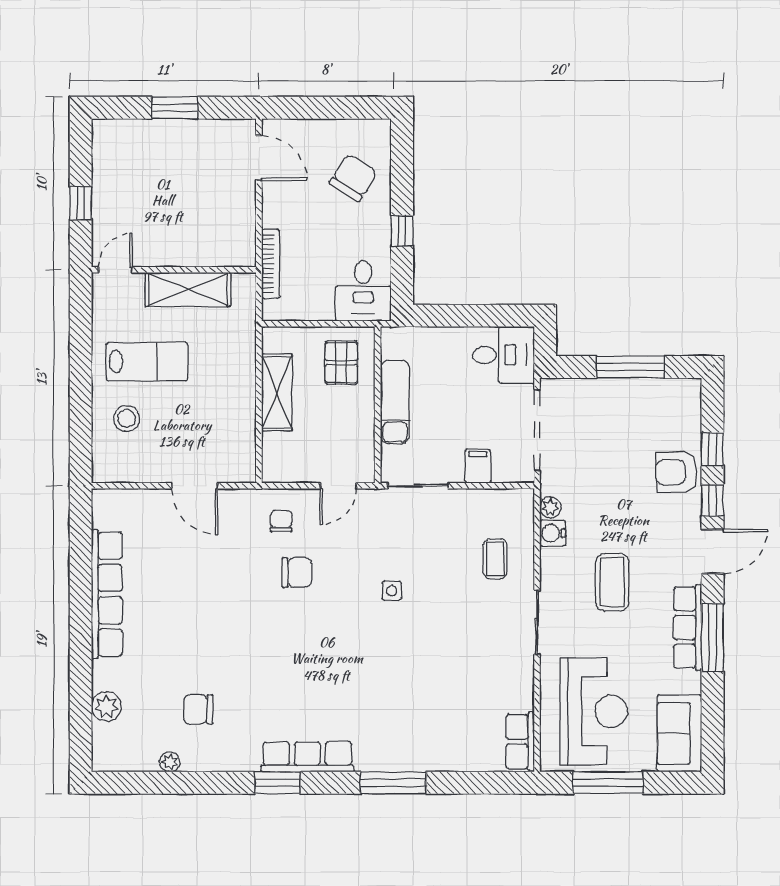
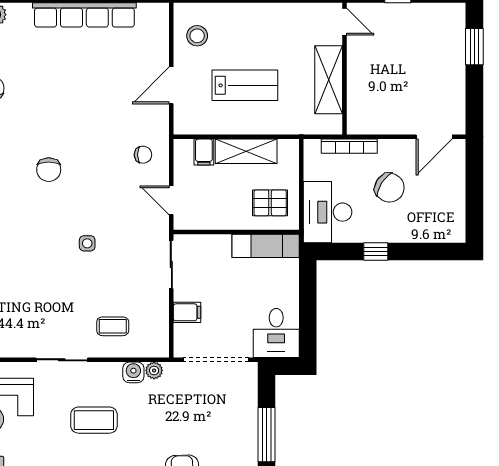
window: (175, 108) -> (474, 47), moved
chair: (353, 178) -> (389, 188), moved
desk: (363, 291) -> (328, 212), width x1.37
lab bench: (147, 362) -> (245, 85), moved, turned -90
exam couch: (395, 402) -> (266, 246), moved
stool: (126, 418) -> (197, 36), moved
filing cabinet: (278, 445) -> (204, 152), added
chair: (297, 572) -> (49, 170), moved

